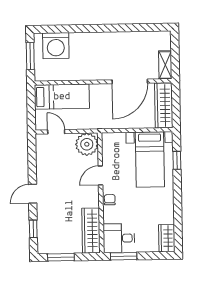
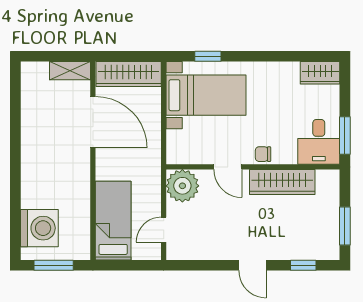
wardrobe: (91, 231) -> (282, 182), moved

